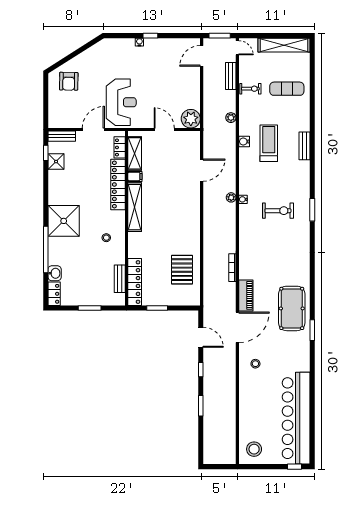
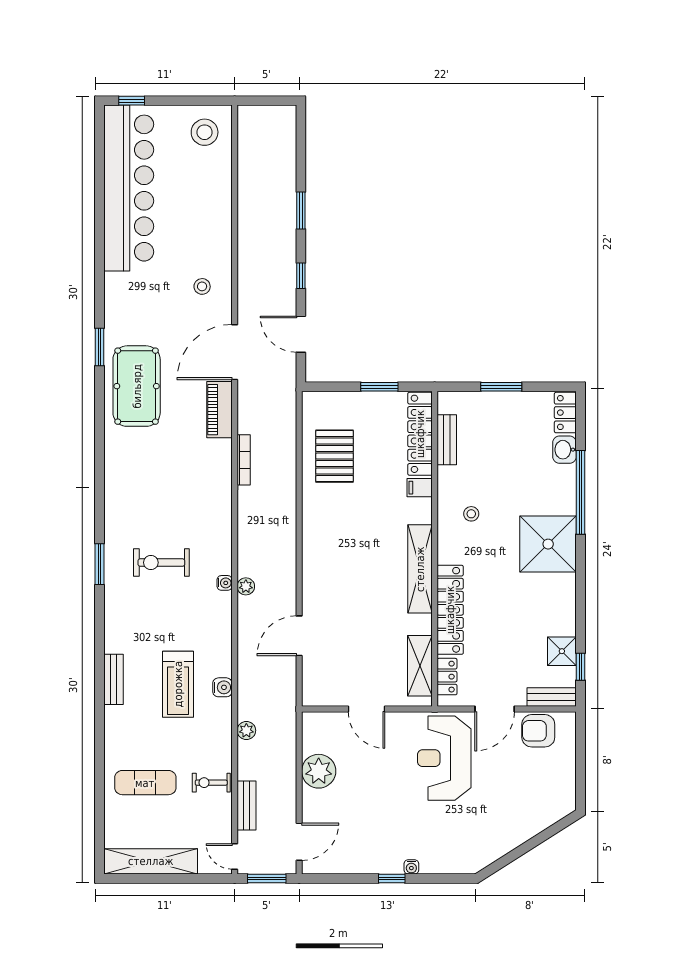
armchair: (69, 81) -> (538, 731), moved, turned -91
plant: (191, 119) -> (319, 771), moved
filing cabinet: (135, 176) -> (420, 488), moved

